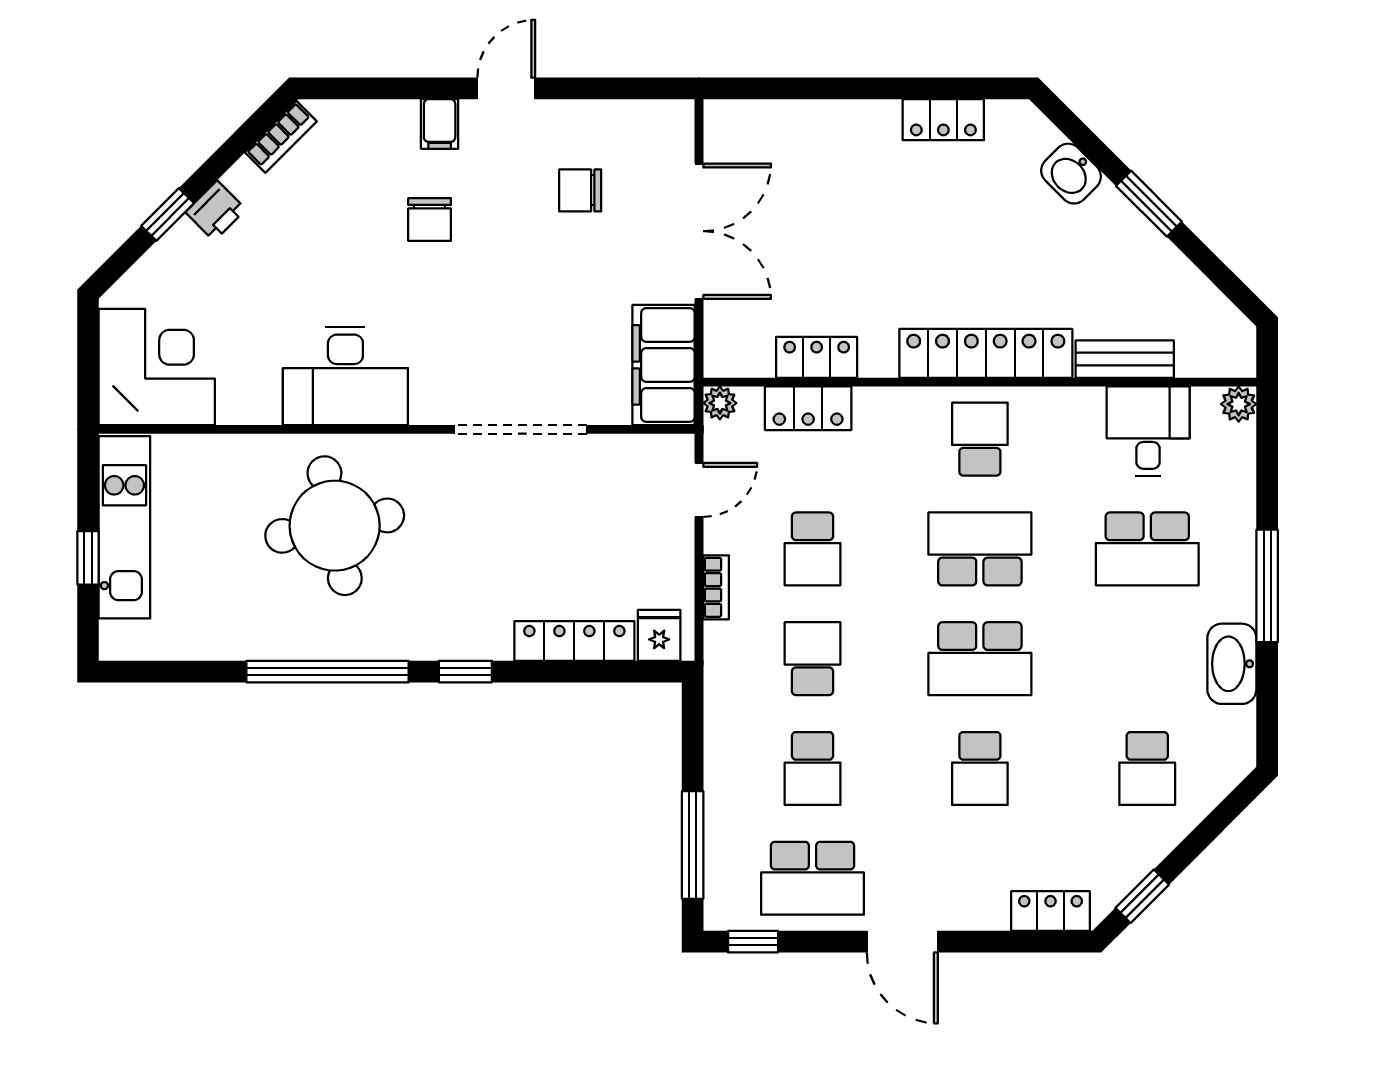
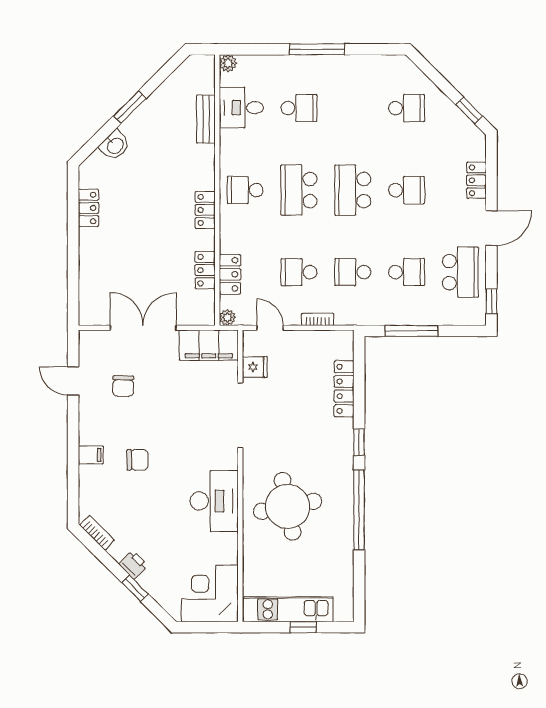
door: (506, 88) -> (73, 381), moved
locker: (986, 353) -> (205, 210), width x0.46, depth x0.83
school desk: (813, 549) -> (299, 272), turned 180
school desk: (1147, 549) -> (299, 108), width x0.54
fridge: (659, 635) -> (255, 367), moved, turned 180
school desk: (980, 659) -> (353, 190), turned 180
washbasin: (1232, 664) -> (355, 67), removed
window: (693, 845) -> (411, 331), moved
locker: (1050, 911) -> (476, 180), moved

